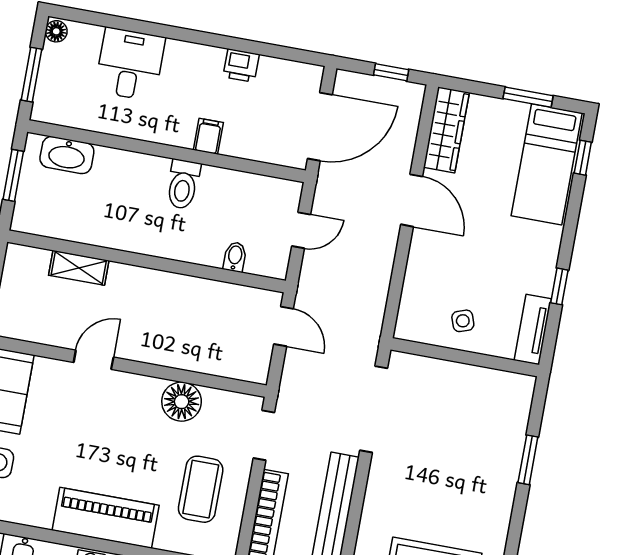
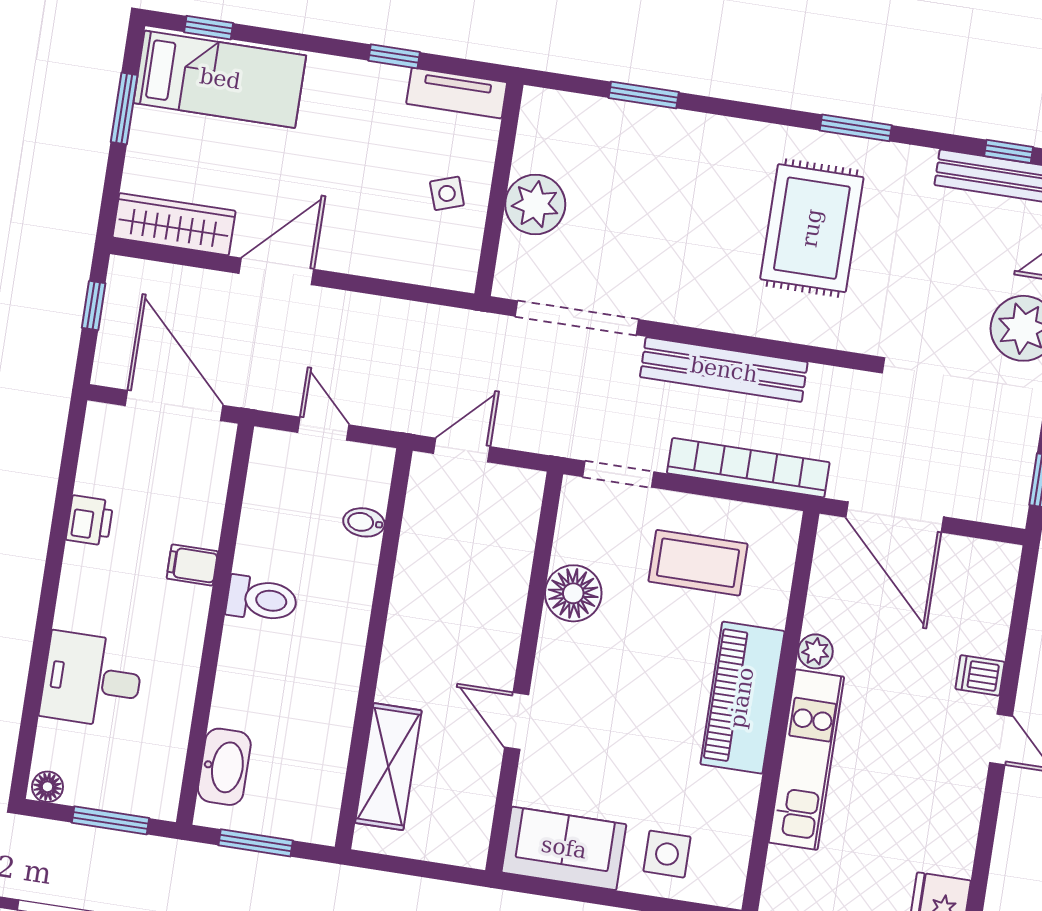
shelving: (79, 268) -> (388, 767), width x1.50, depth x1.33
plant: (453, 382) -> (535, 204), added

